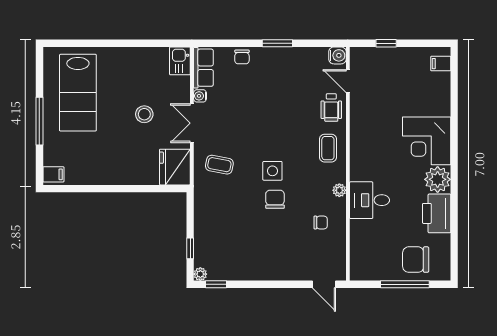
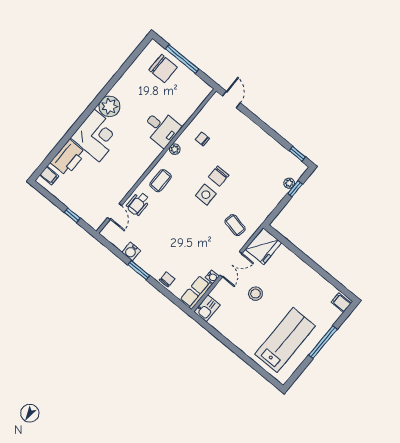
water cooler: (337, 55) -> (131, 251), moved, turned -90
wheelchair: (331, 108) -> (138, 204), turned 180
printer: (437, 213) -> (68, 158), moved
plant: (200, 274) -> (289, 183), moved

